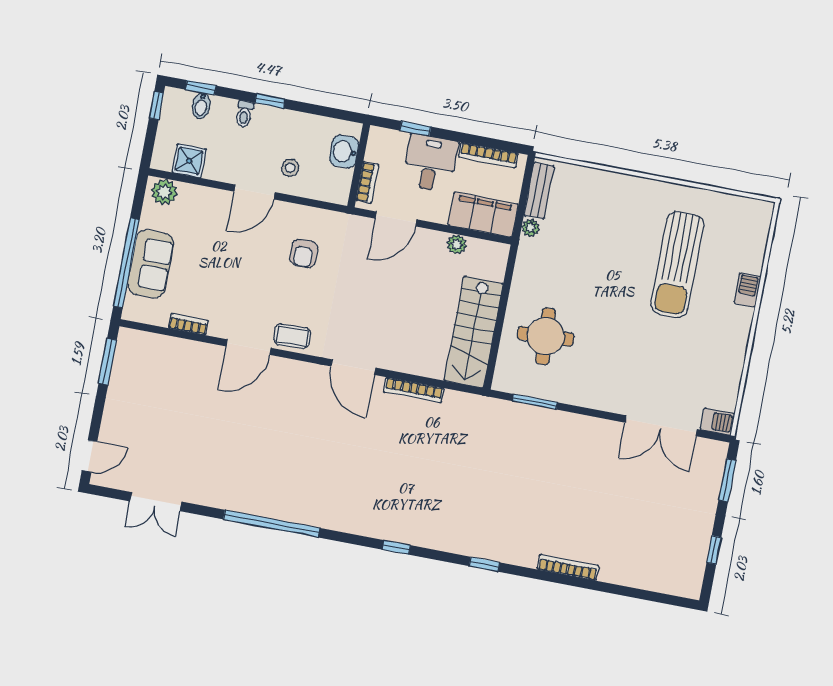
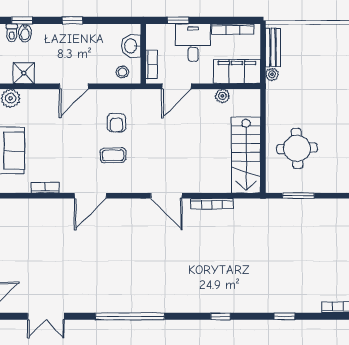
toilet: (244, 114) -> (12, 33), moved
stool: (290, 168) -> (122, 72), moved
coffee table: (292, 336) -> (113, 155), moved

